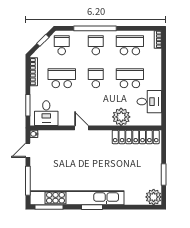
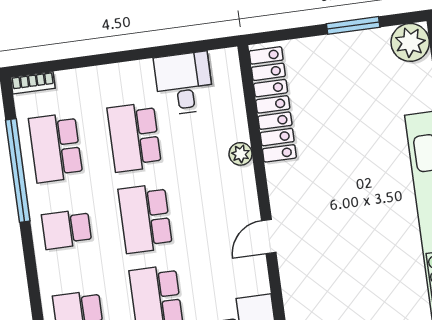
window: (95, 28) -> (18, 171), moved
school desk: (96, 78) -> (145, 218), width x1.85
plant: (121, 117) -> (241, 154), width x0.53, depth x0.53

